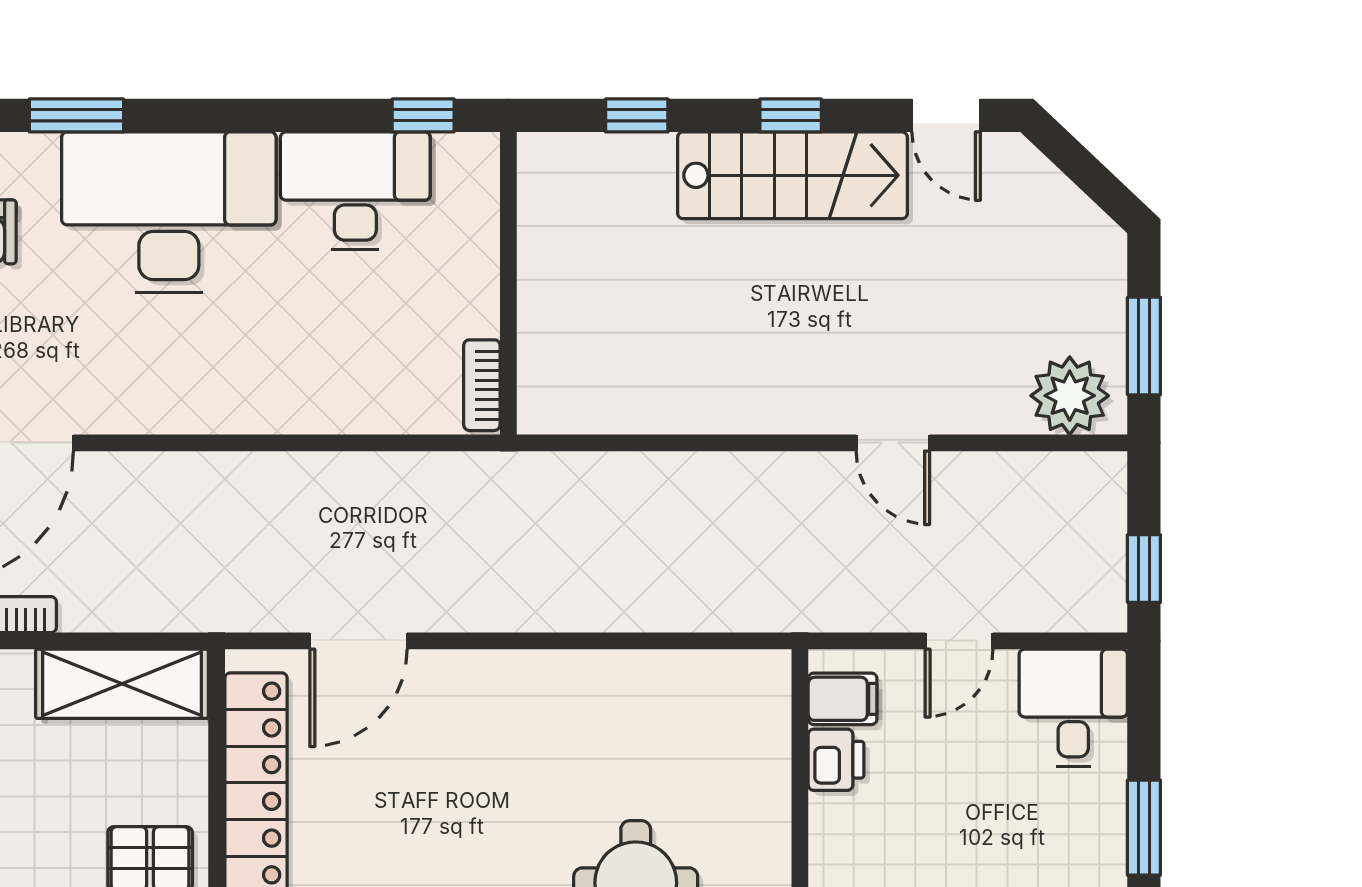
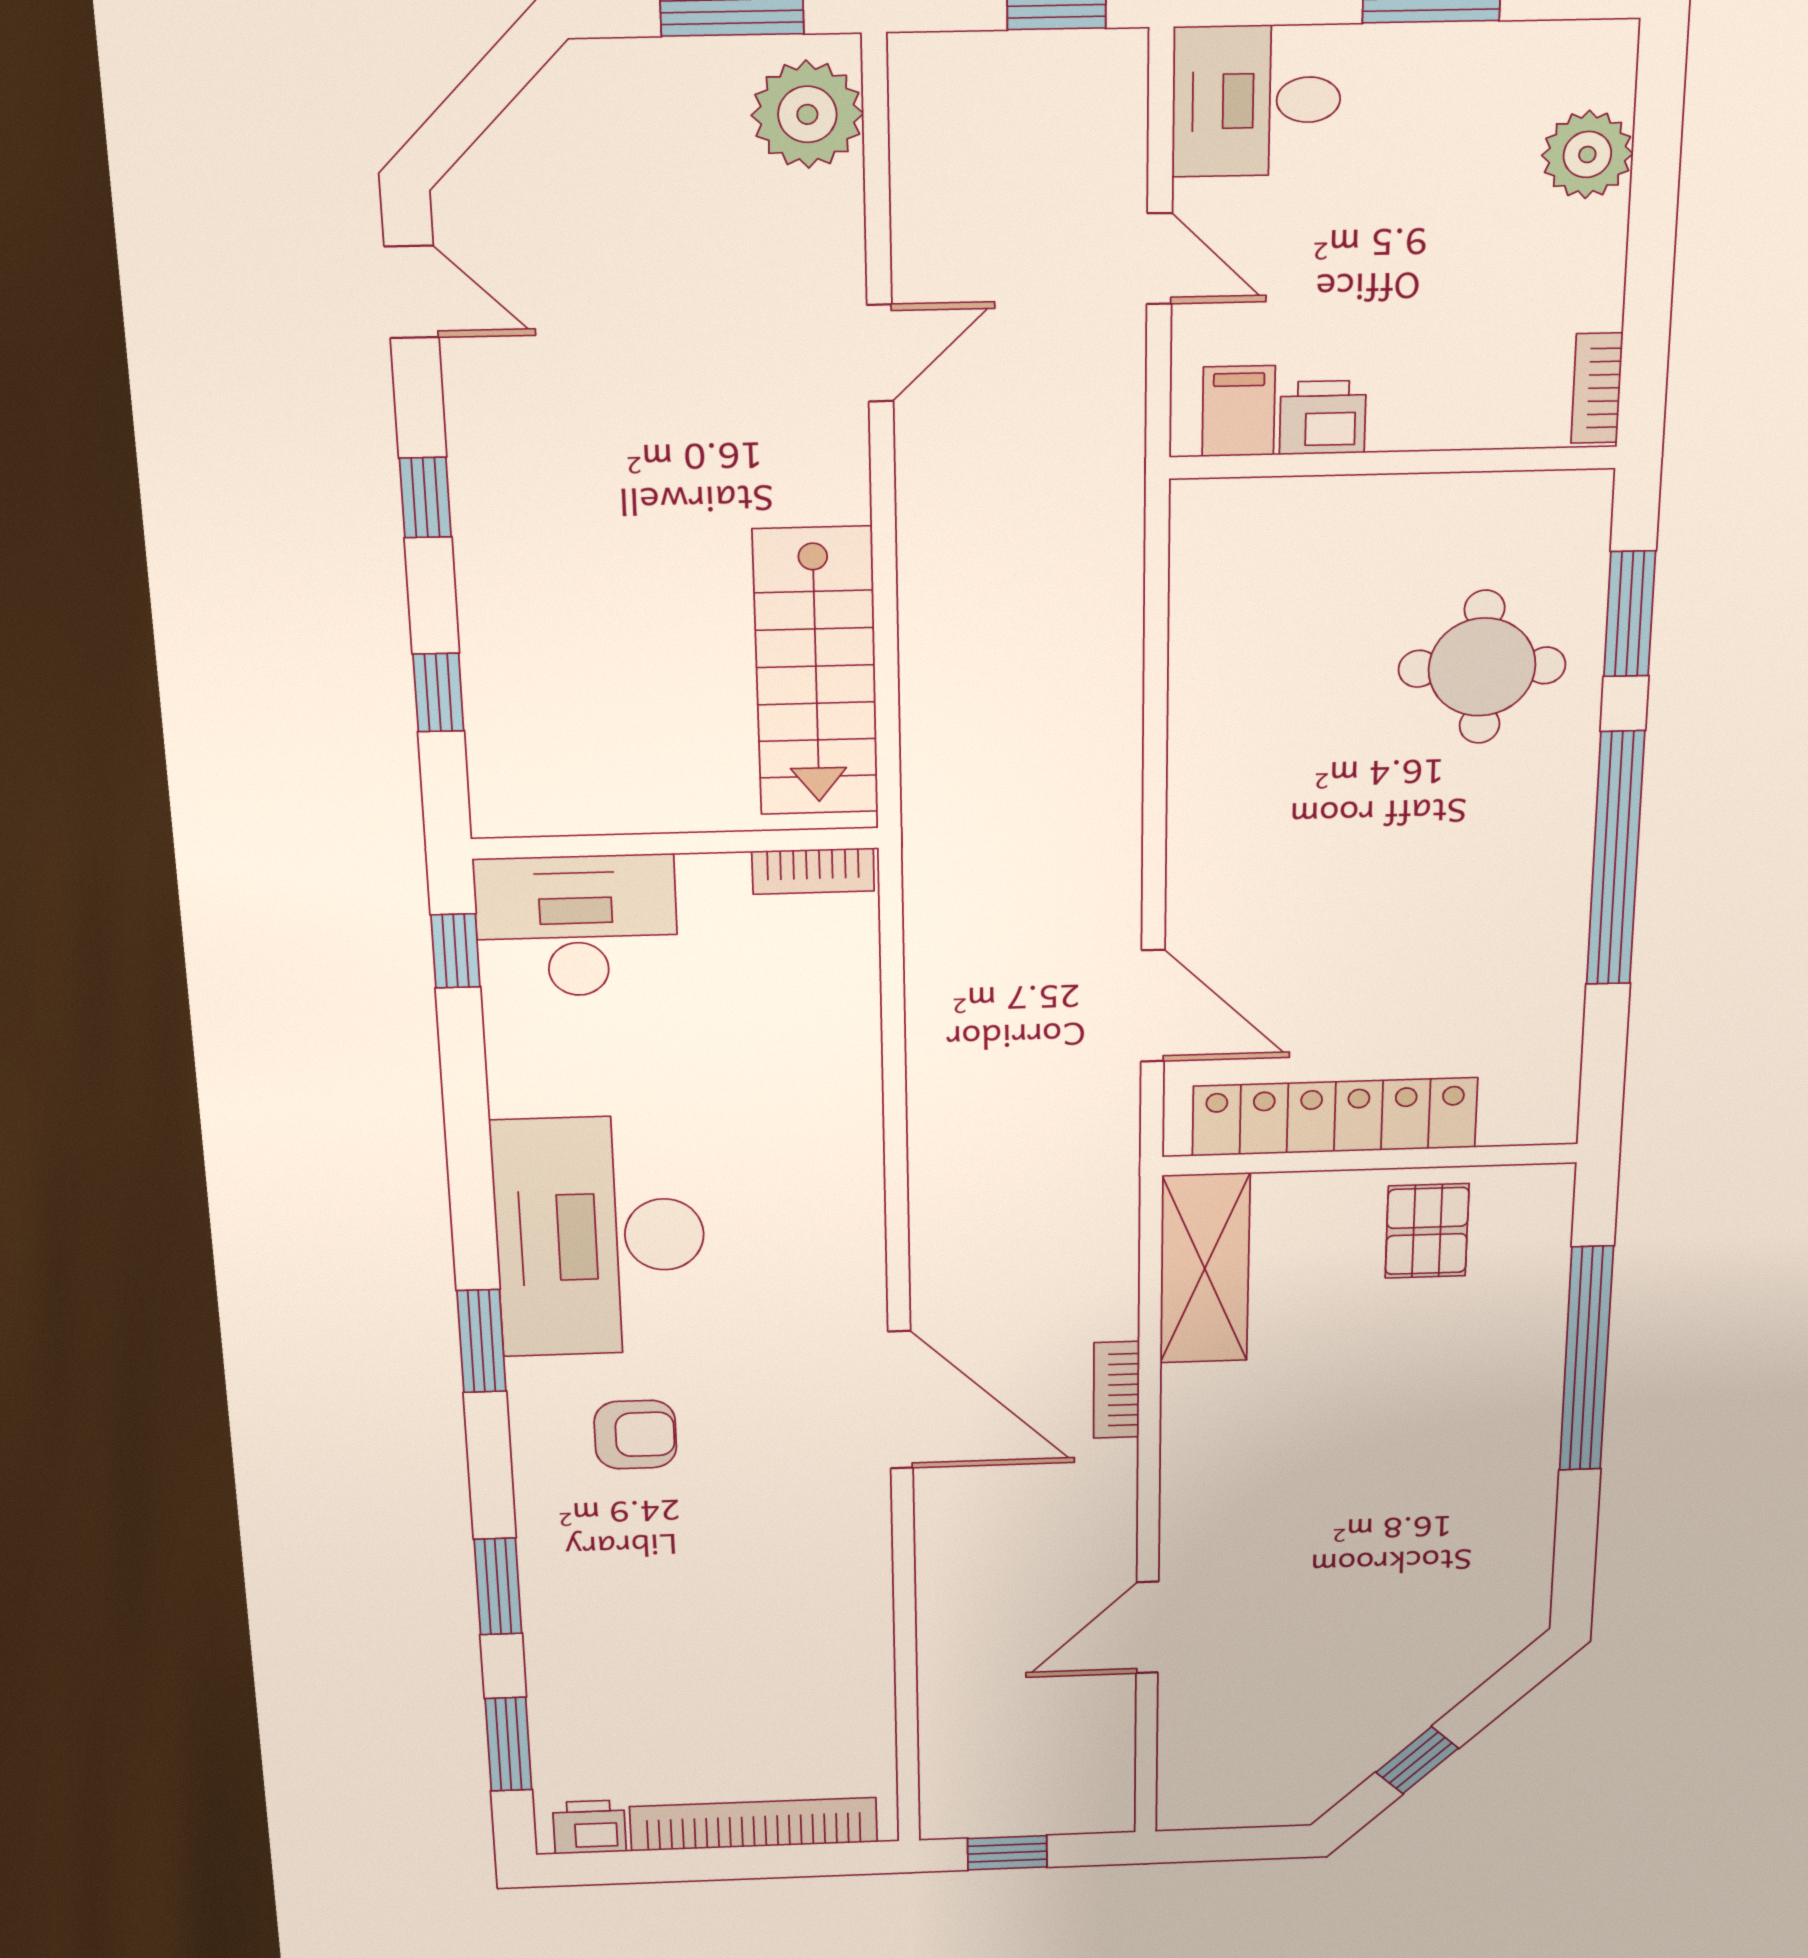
door: (946, 115) -> (412, 292), hinge flipped
stairs: (792, 175) -> (816, 672), moved, turned 180
desk: (355, 191) -> (577, 926), moved, turned 90

